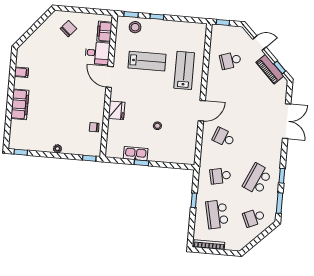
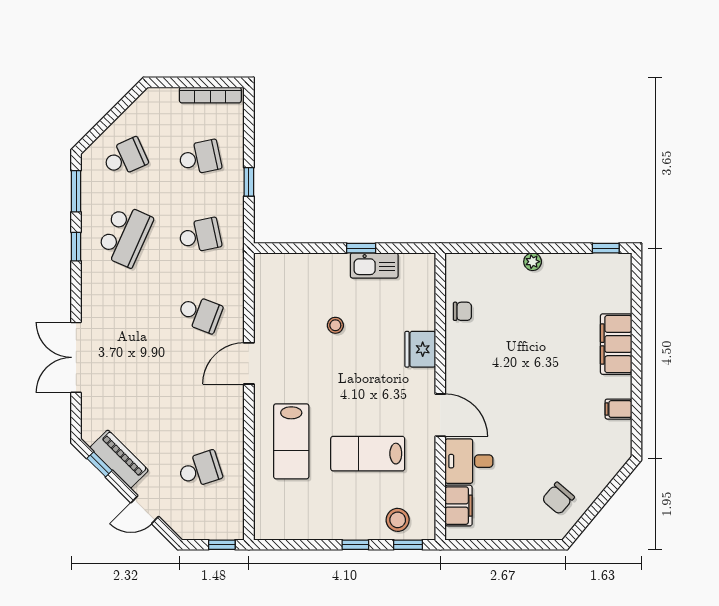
chair: (68, 29) -> (558, 498), moved
window: (89, 158) -> (467, 248), removed
school desk: (217, 214) -> (200, 158), width x0.54

